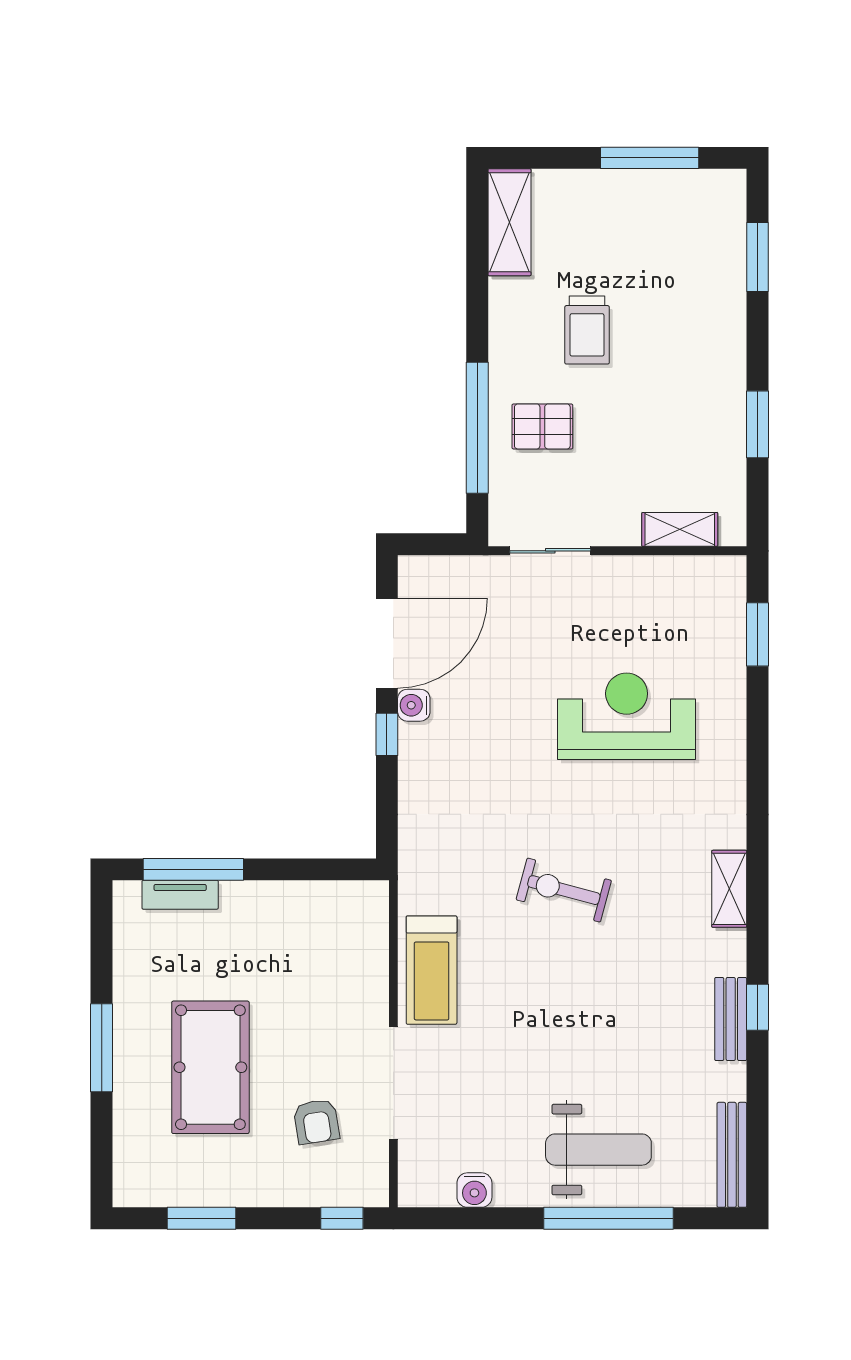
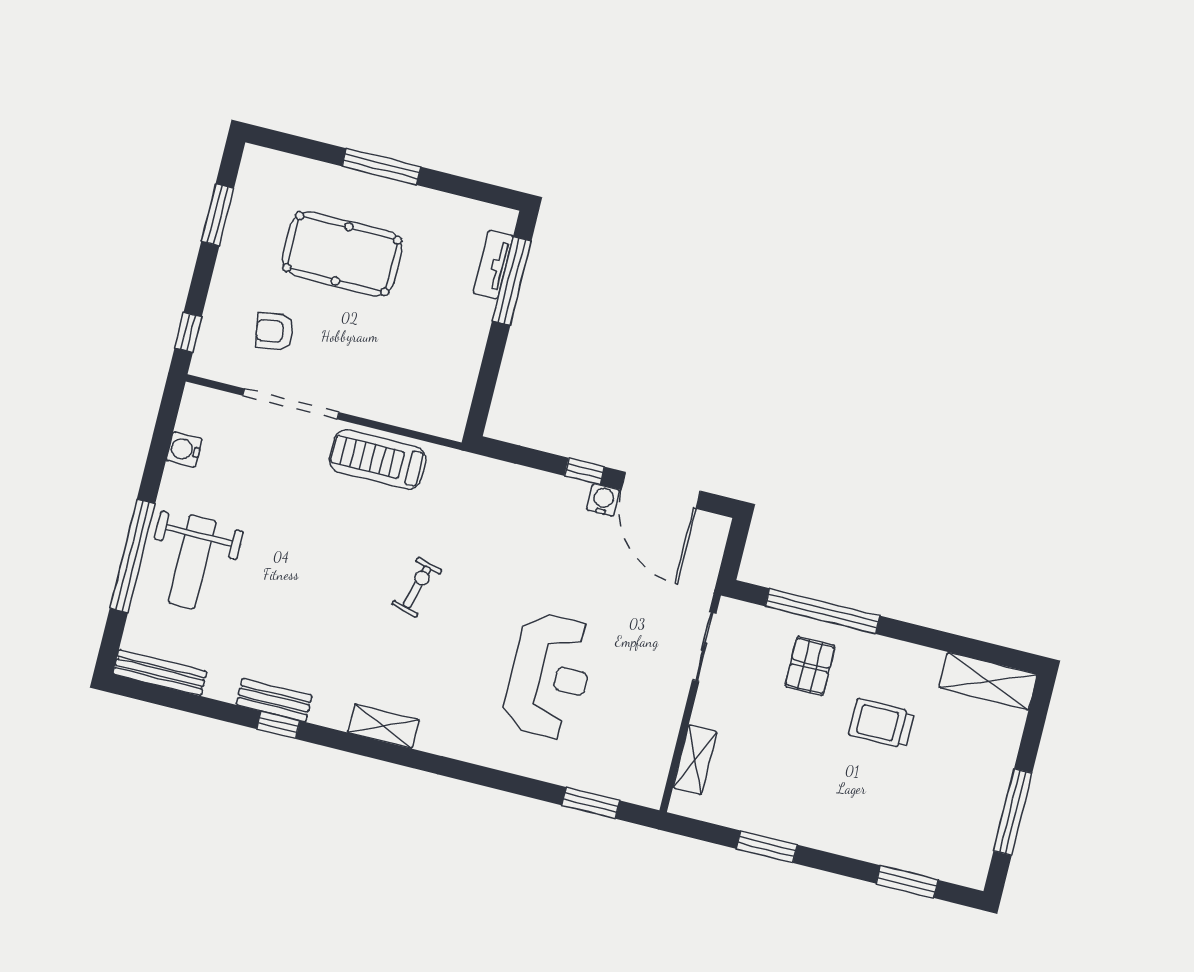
exercise bike: (564, 890) -> (417, 587), width x0.73, depth x0.72

